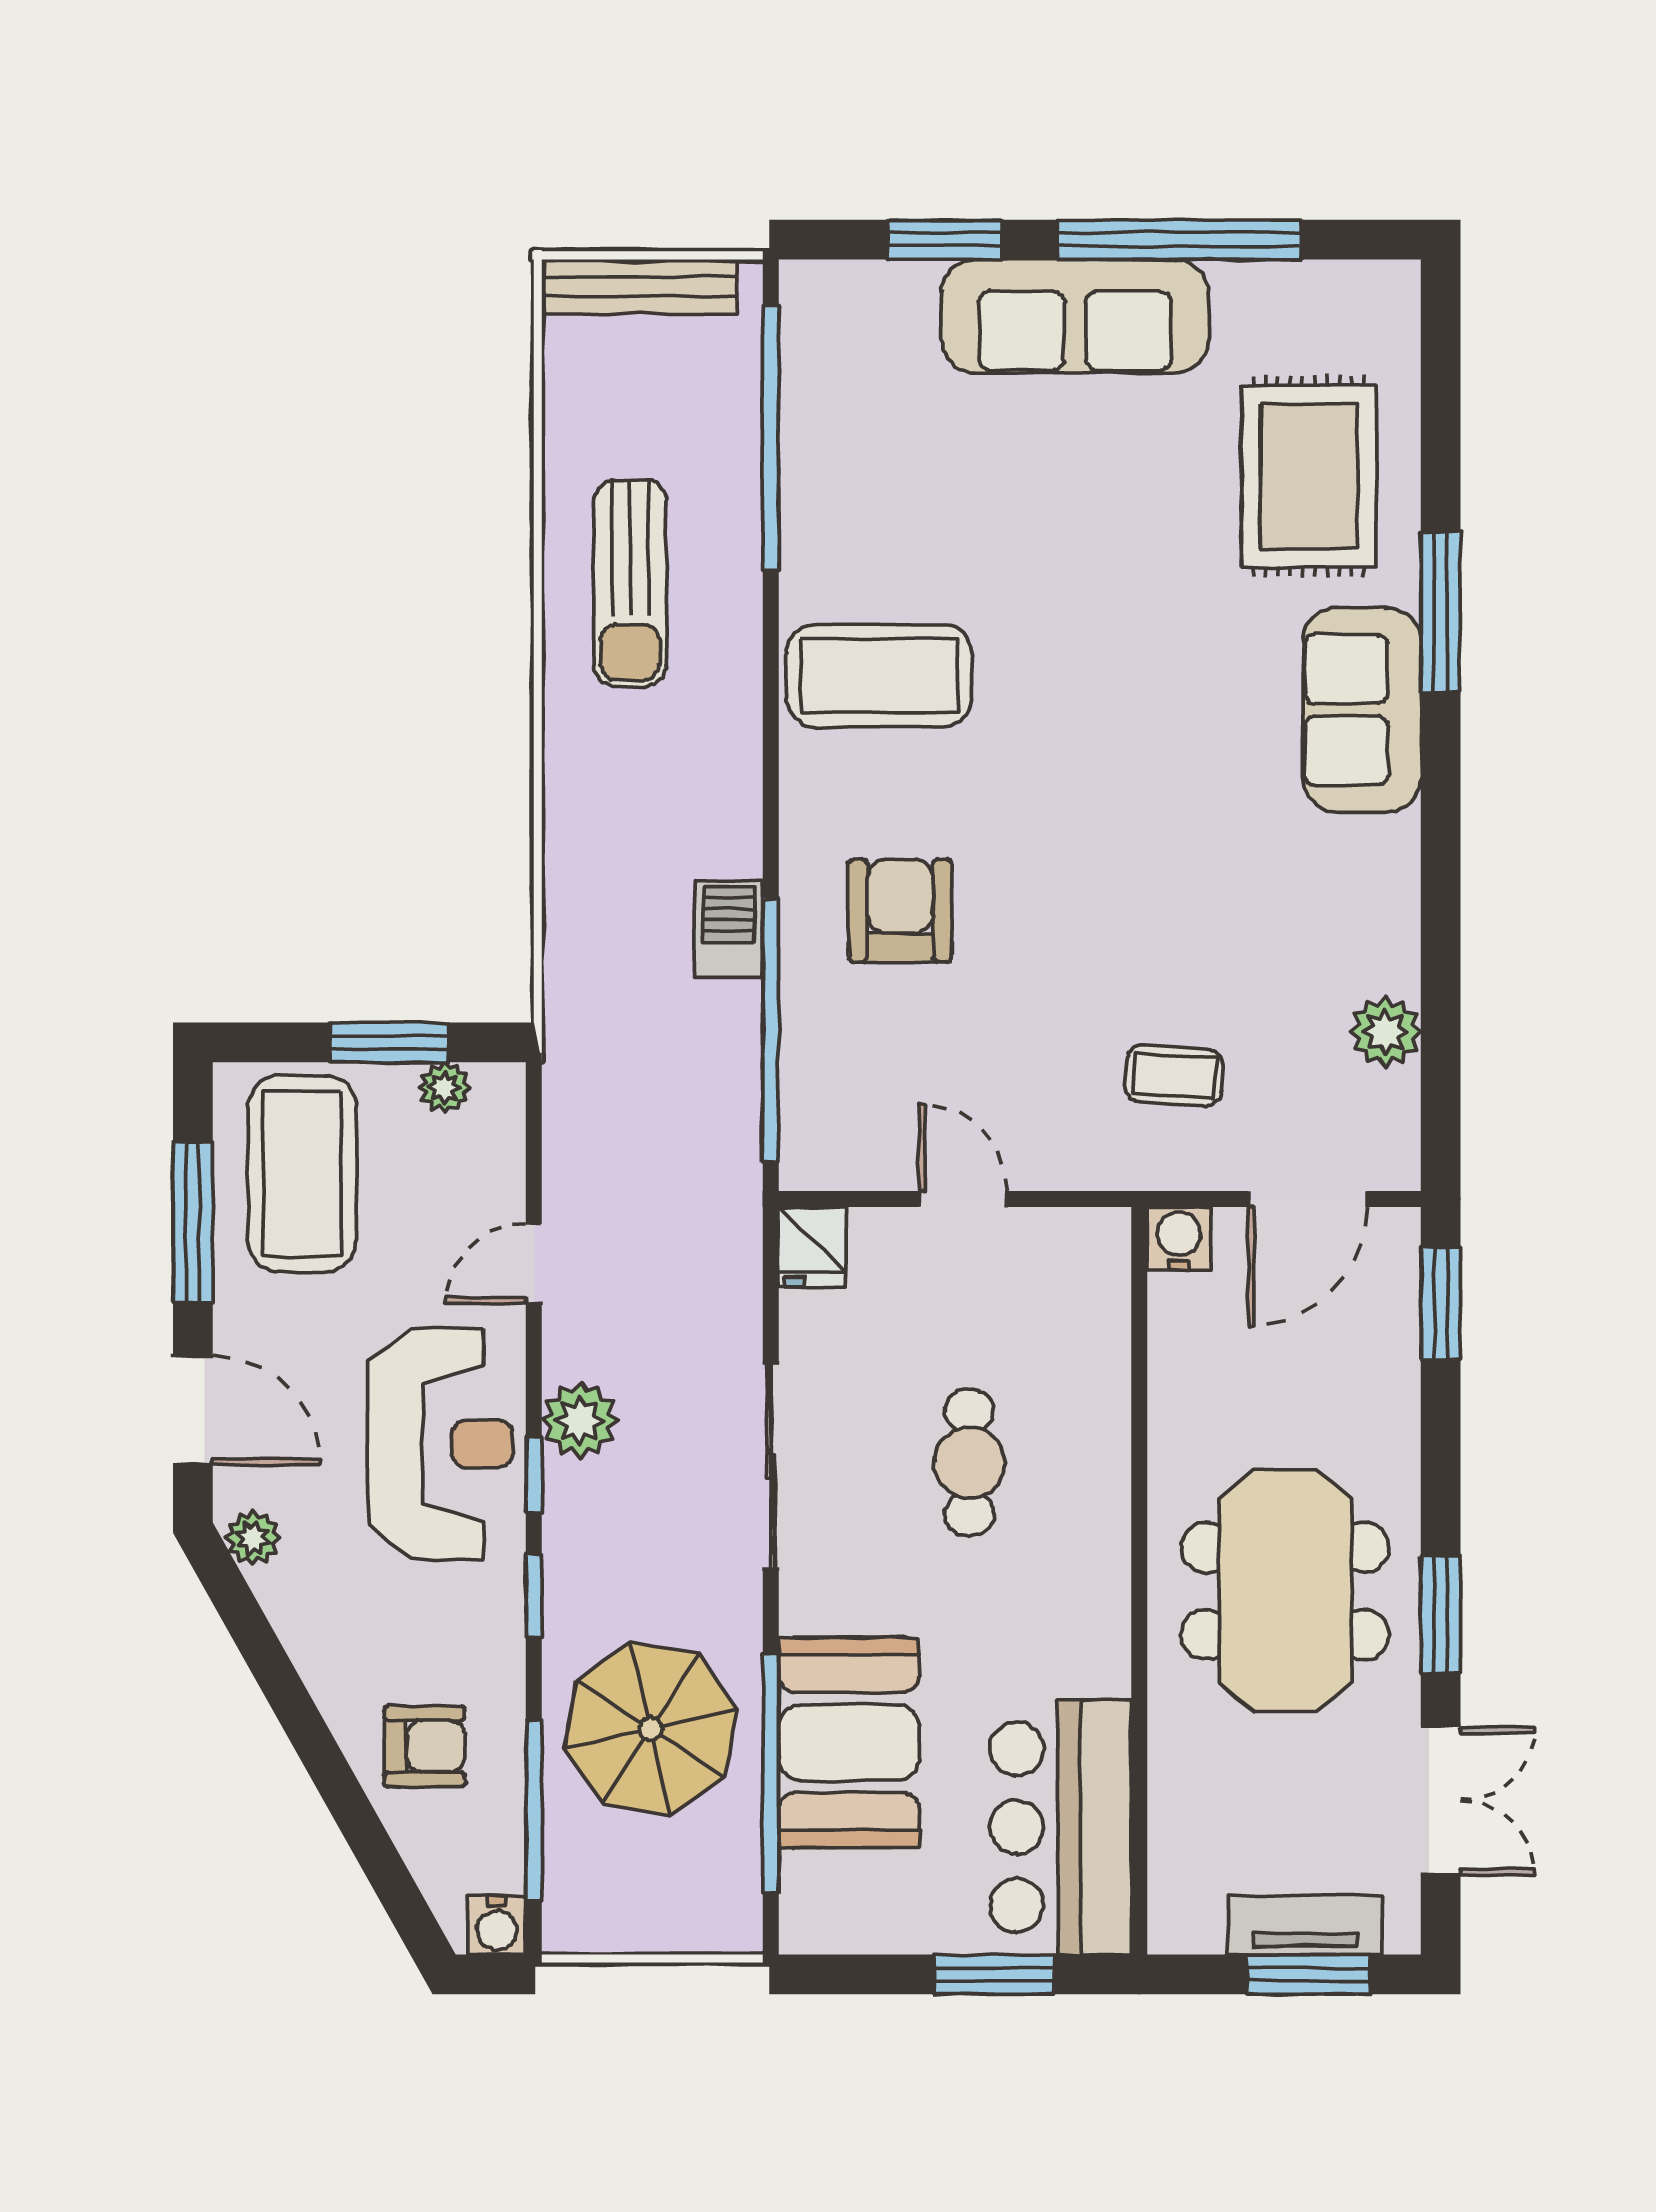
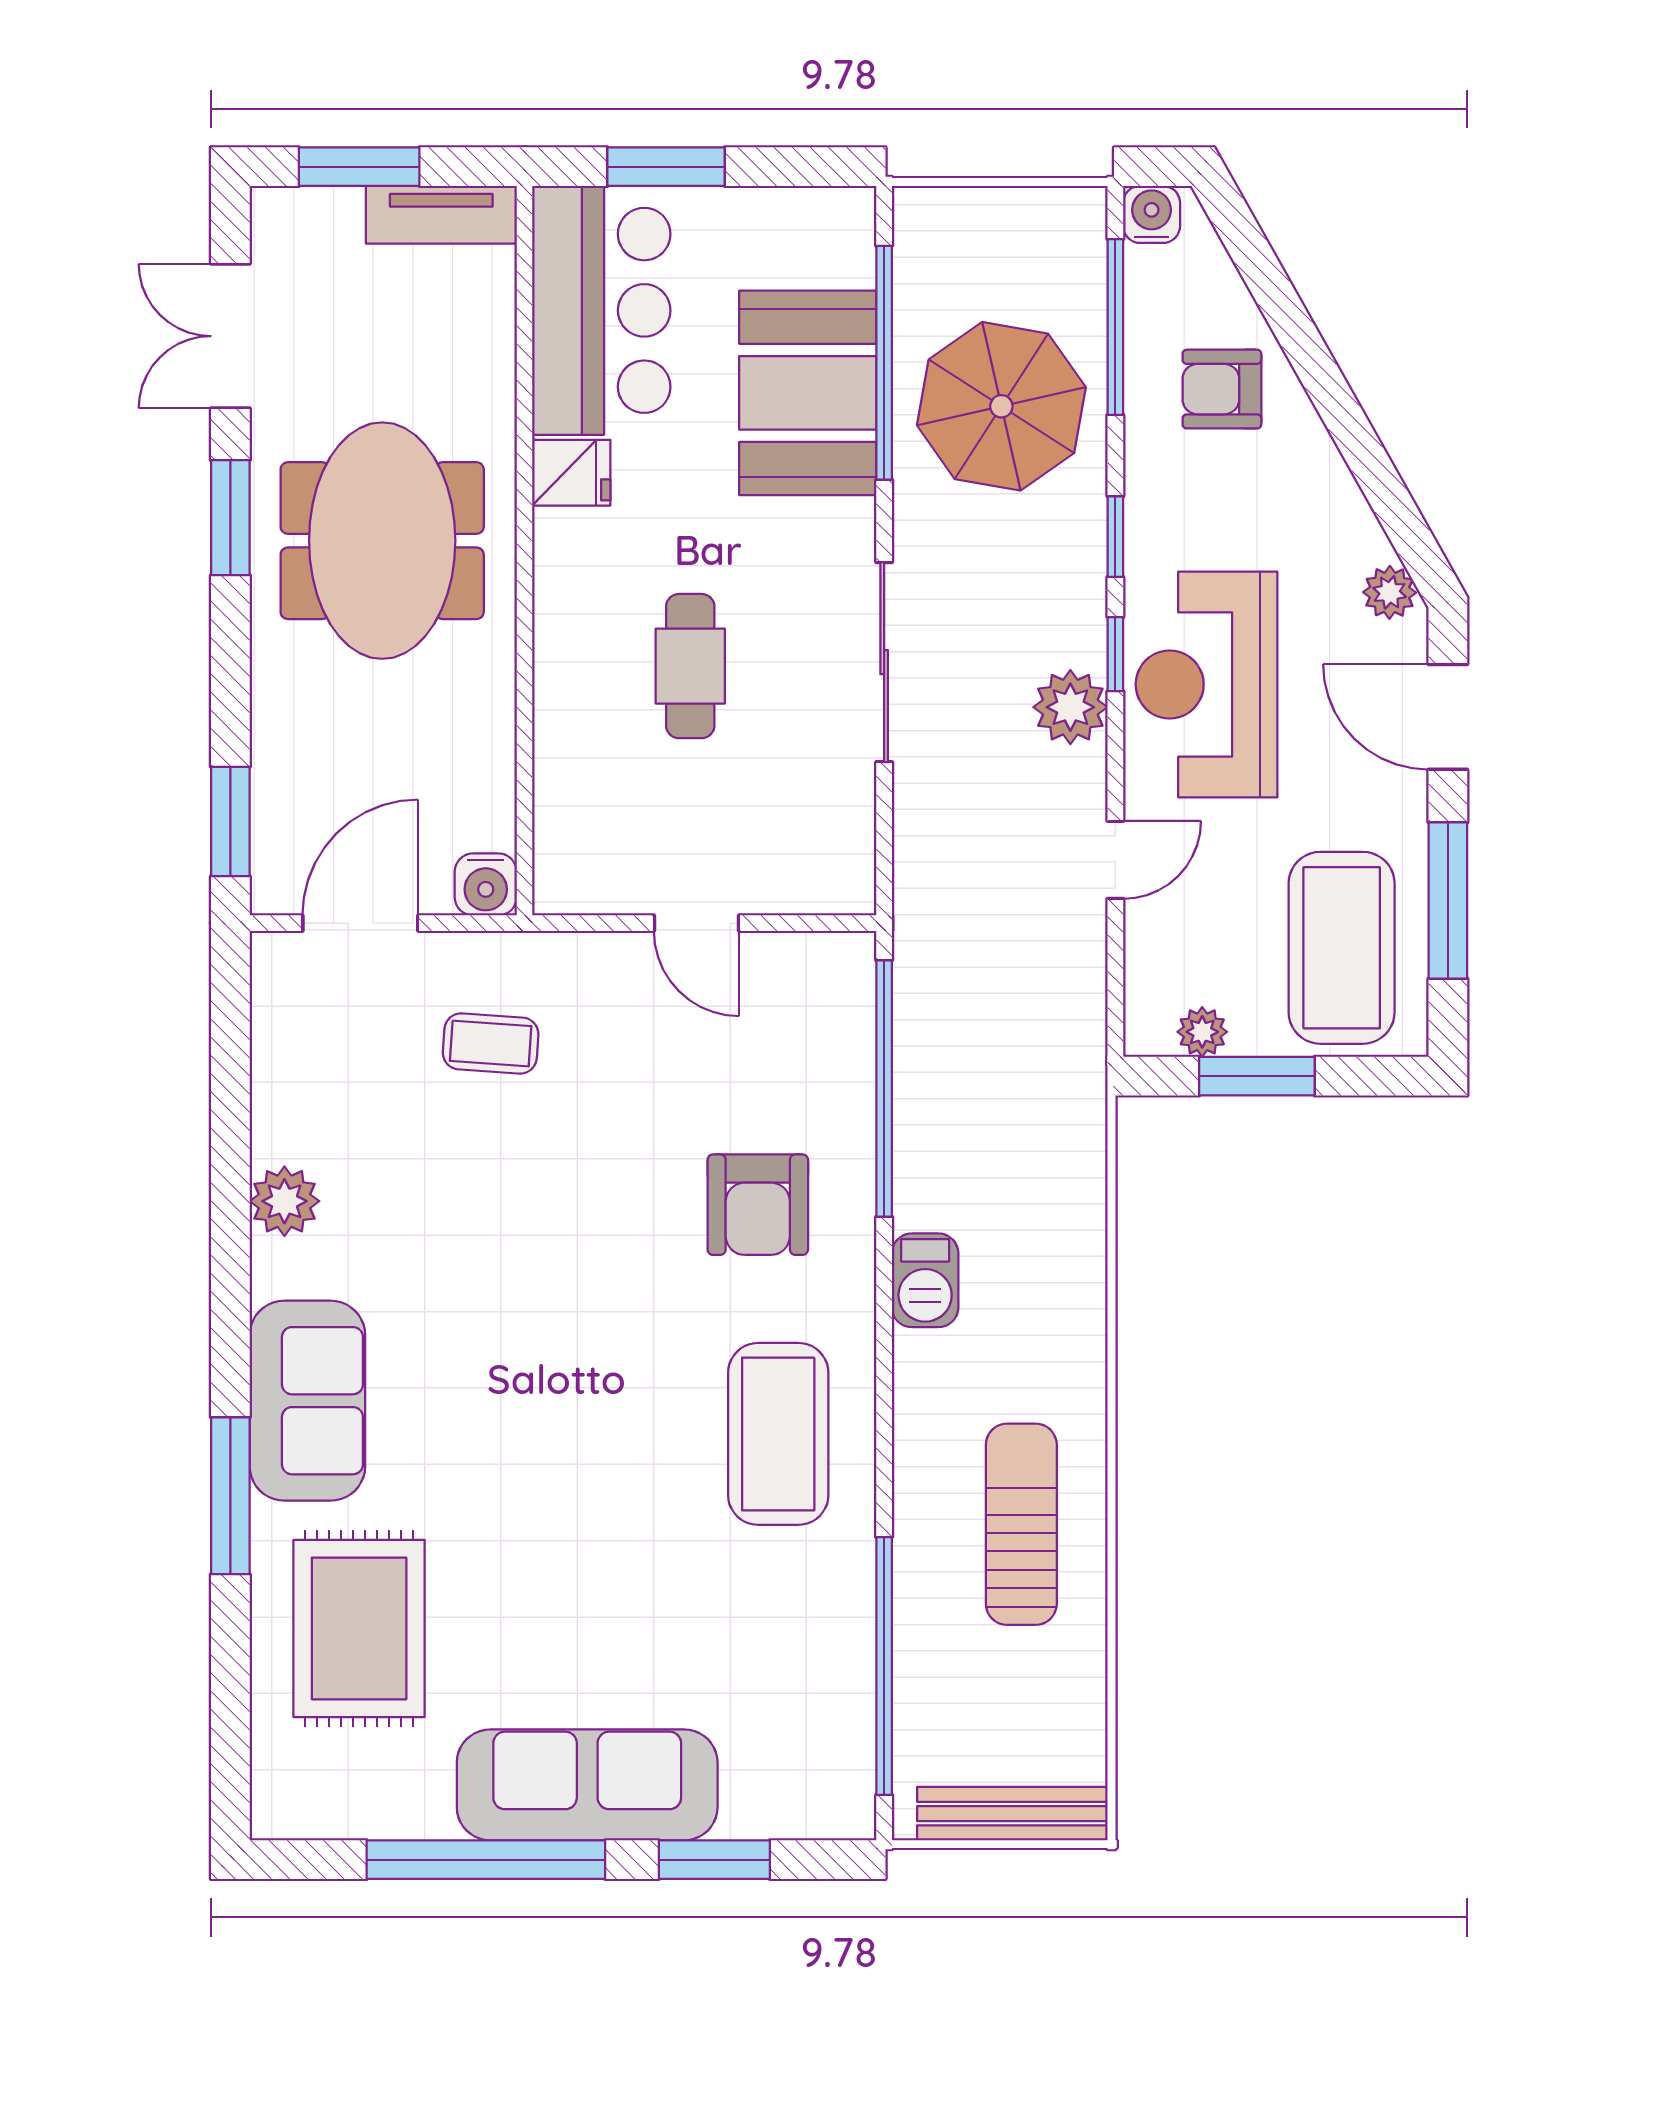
coffee table: (879, 676) -> (778, 1434), turned 90
barbecue: (729, 929) -> (925, 1280), moved
plant: (1385, 1032) -> (284, 1201), moved
fridge: (812, 1247) -> (571, 473), moved, turned 90
tv unit: (1305, 1925) -> (441, 215), moved

